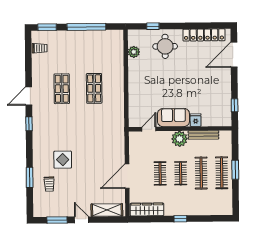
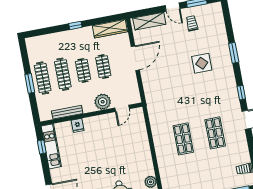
kitchen unit: (225, 104) -> (51, 146), added
sofa: (173, 118) -> (100, 124), removed
plant: (180, 139) -> (103, 102), moved
window: (30, 177) -> (234, 53), moved
trolley: (49, 184) -> (192, 23), moved

